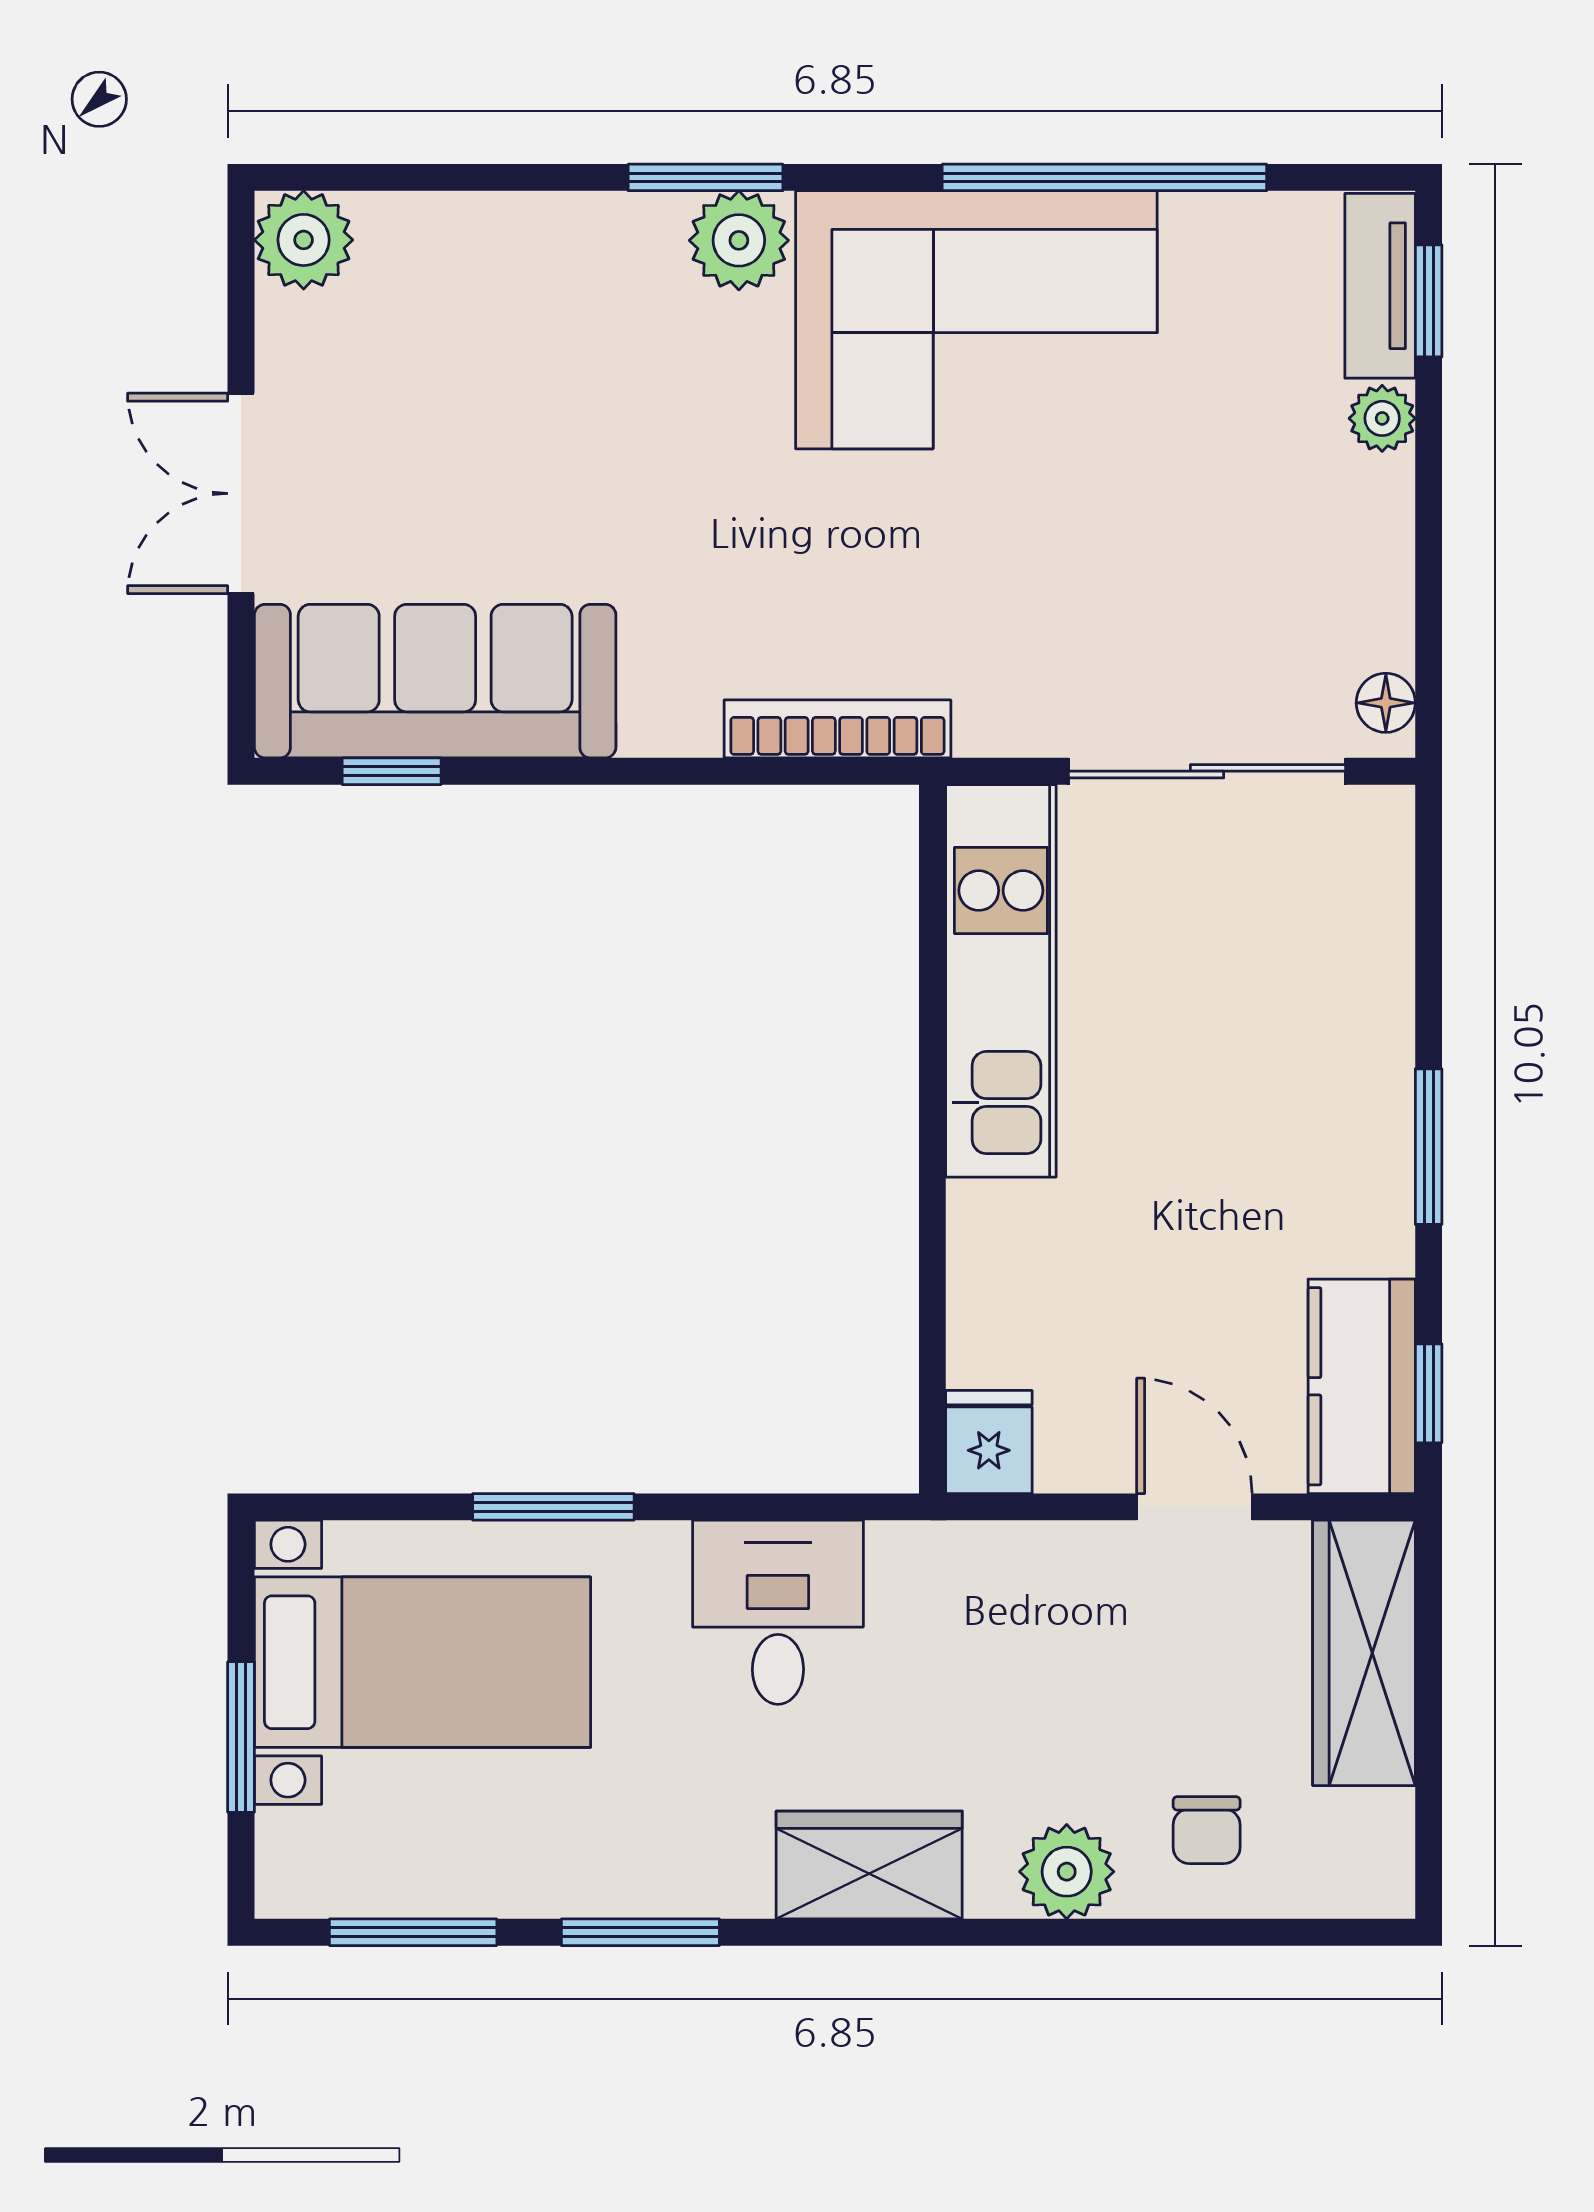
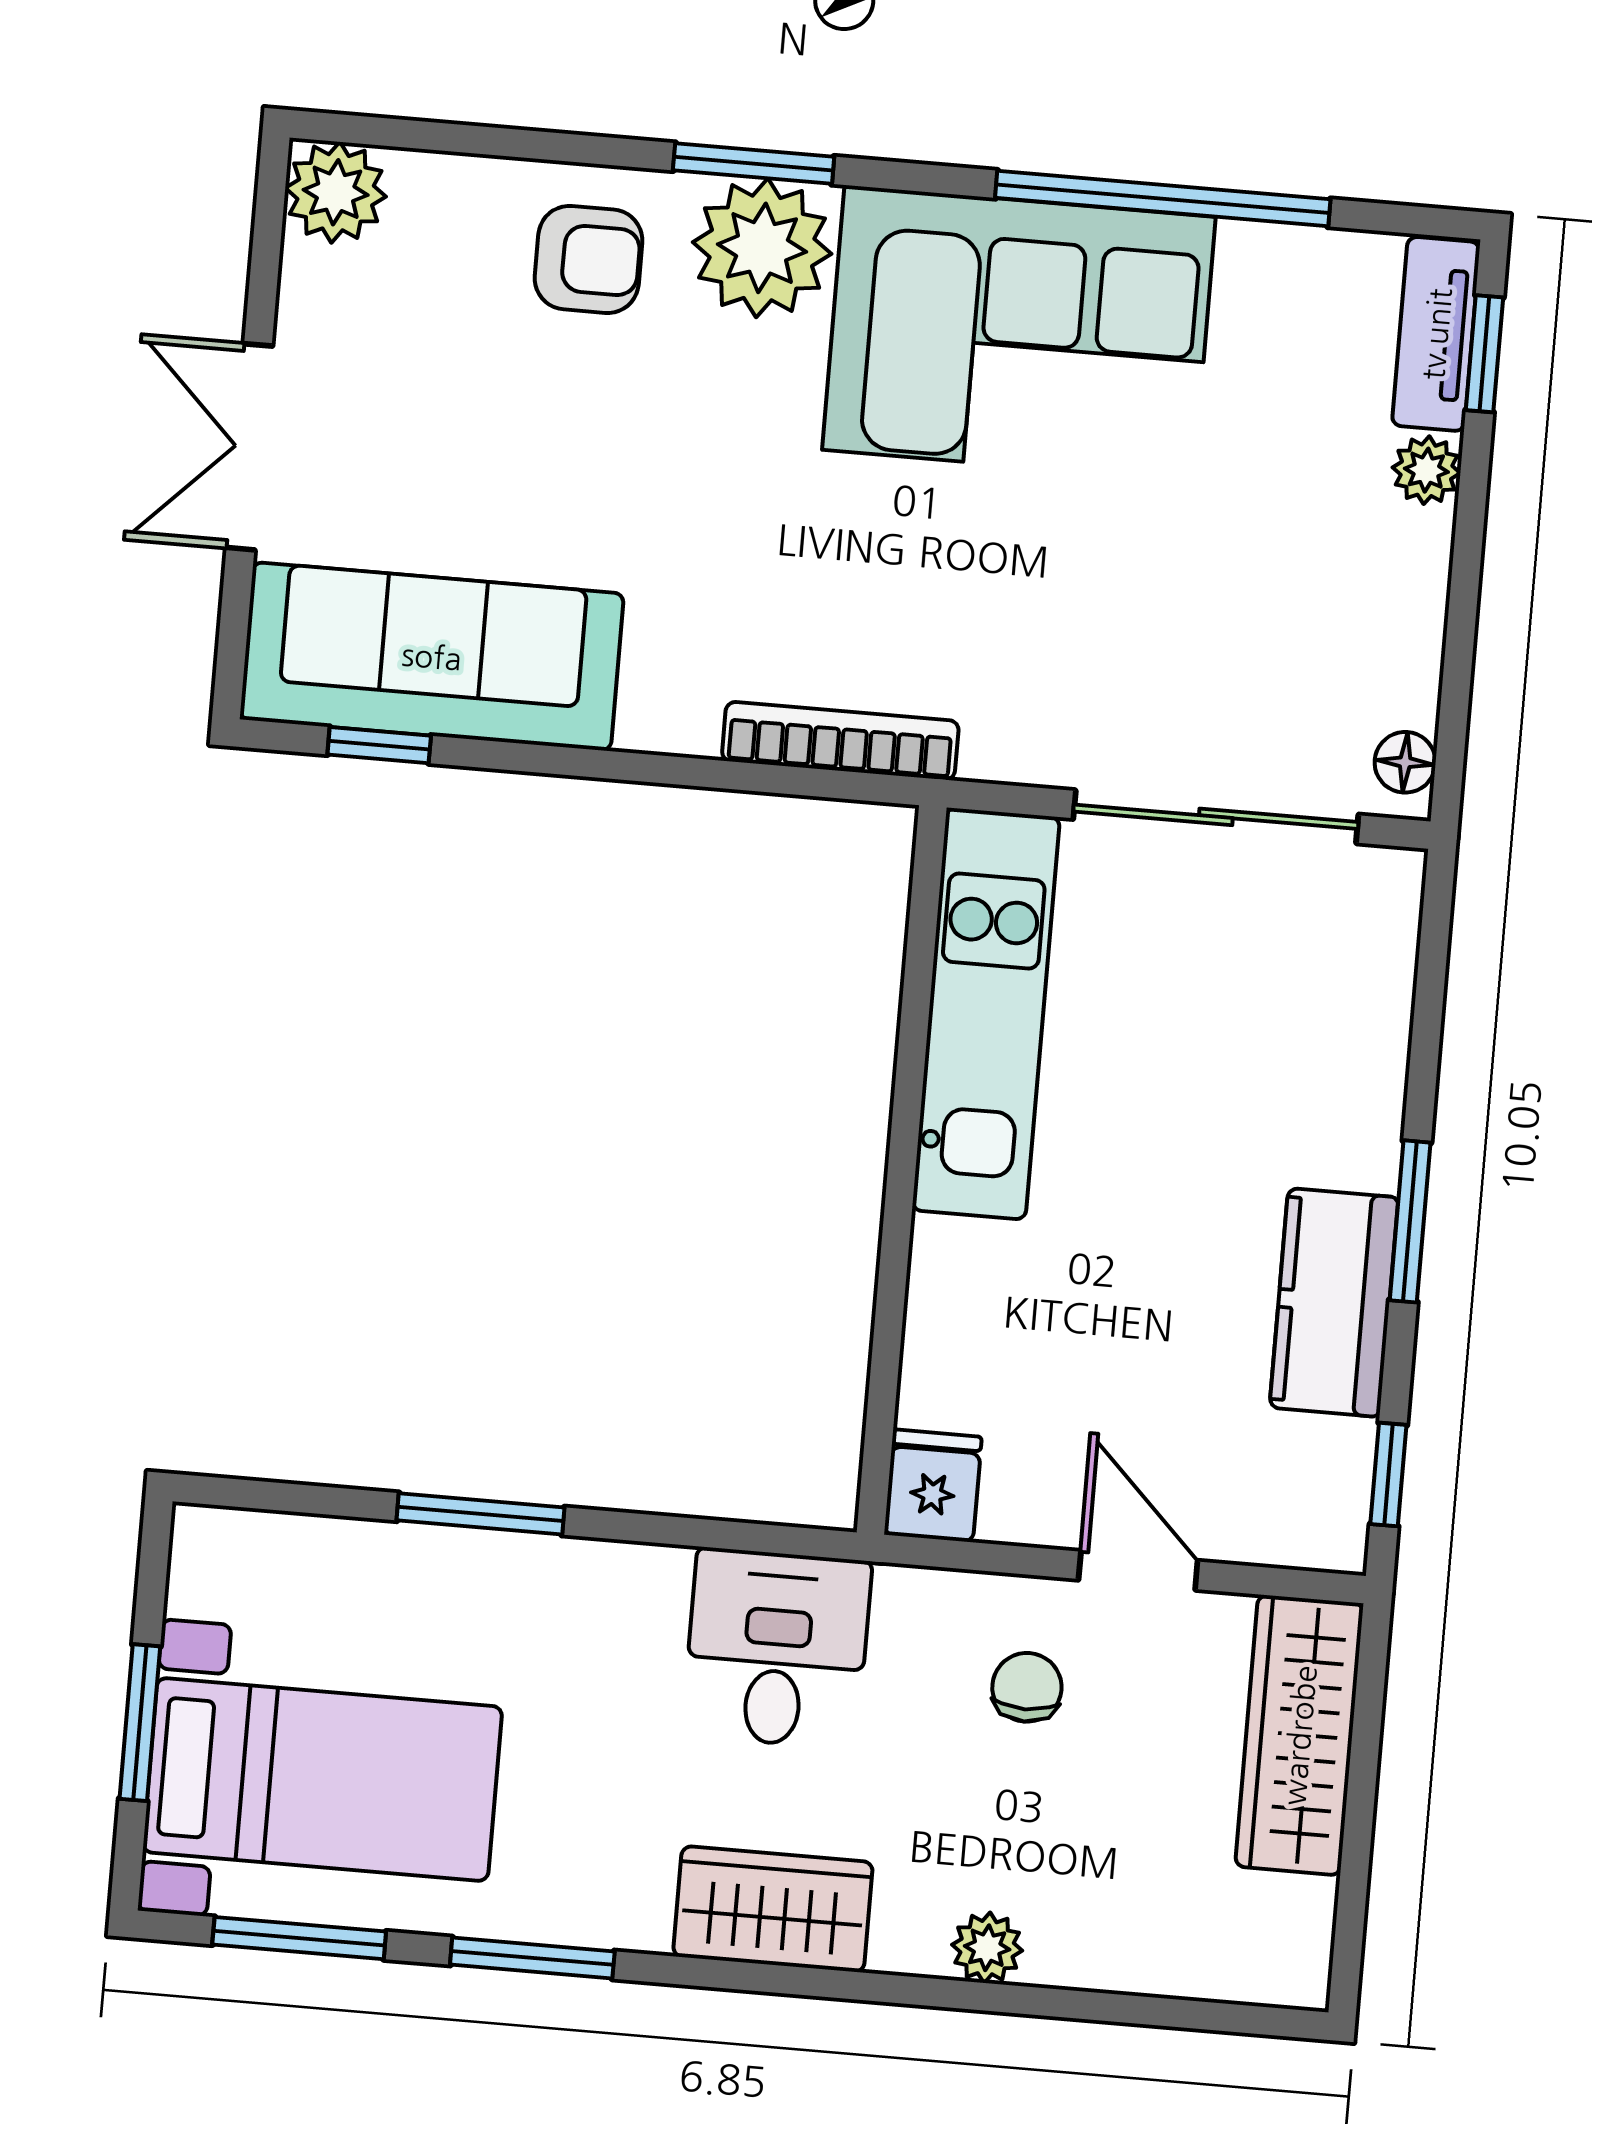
plant: (739, 240) -> (762, 248), width x1.36, depth x1.36
armchair: (554, 284) -> (588, 259), added
kitchen counter: (1362, 1386) -> (1334, 1302), moved
desk: (778, 1612) -> (777, 1648), moved
bed with nightstands: (422, 1662) -> (322, 1779), moved
chair: (1207, 1830) -> (1027, 1687), moved, turned 180
plant: (1067, 1872) -> (987, 1948), width x0.73, depth x0.73

